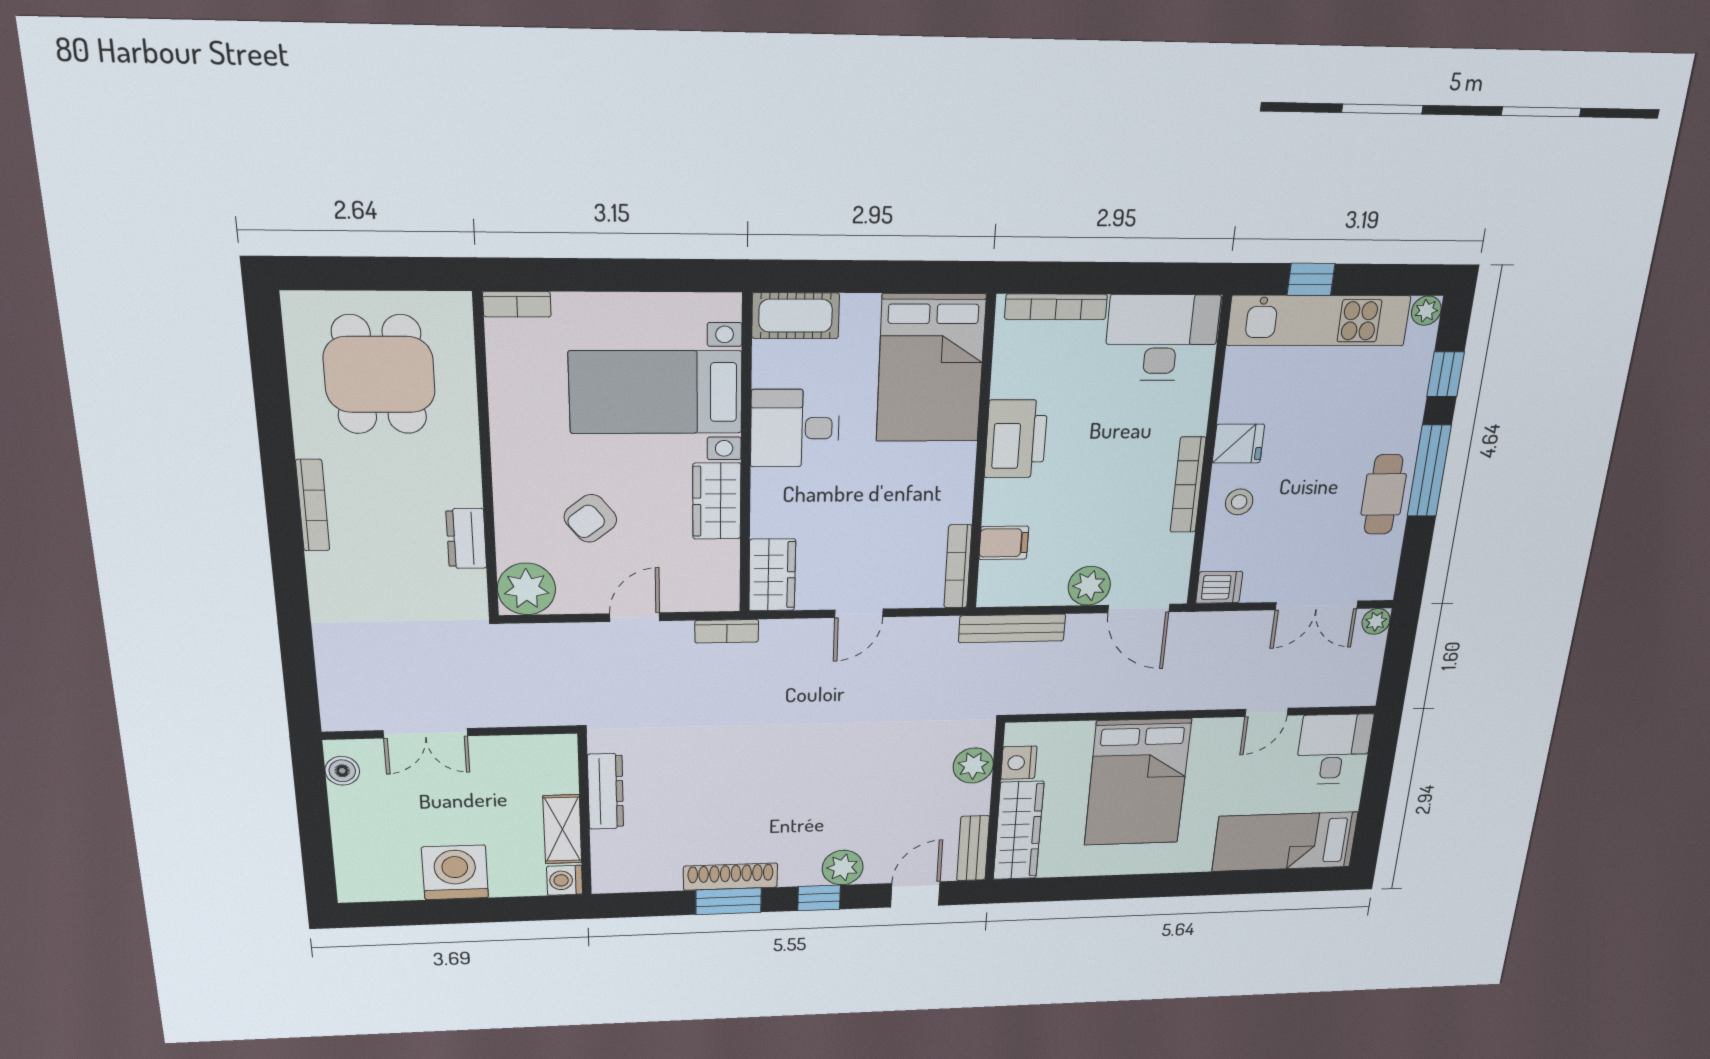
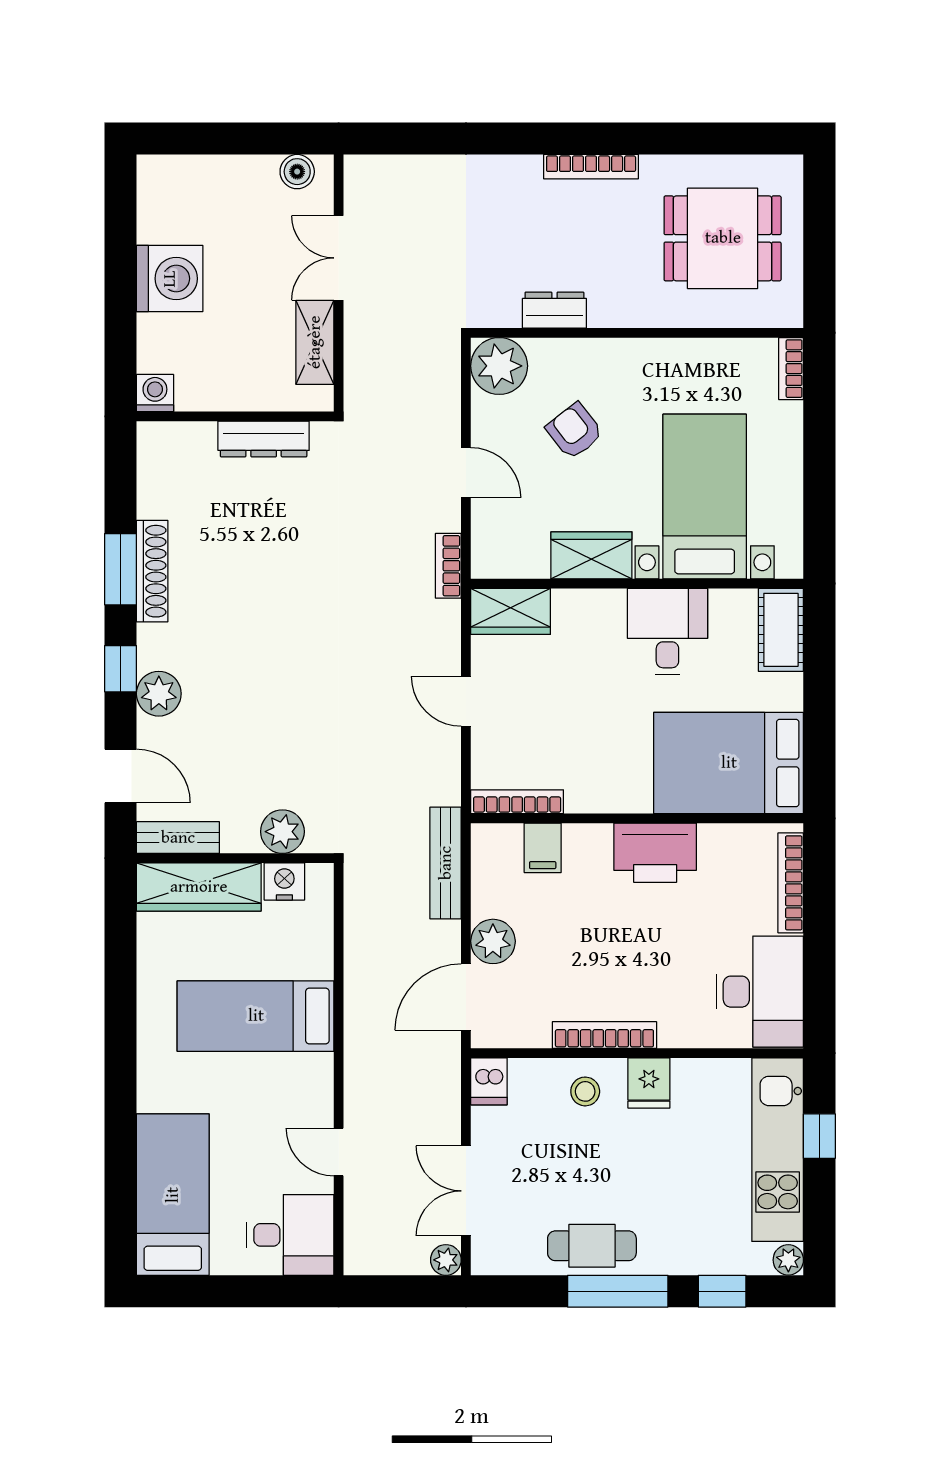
bed: (1138, 782) -> (256, 1016), width x0.67
shelving: (562, 829) -> (315, 342), moved, turned 90

